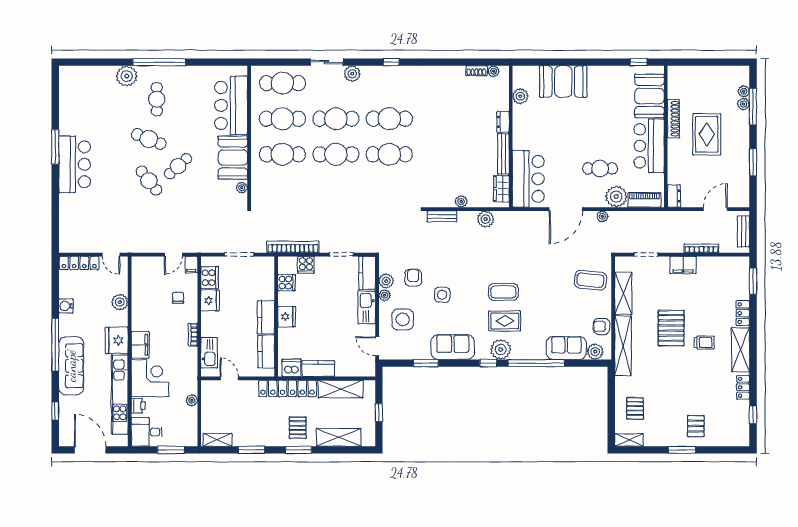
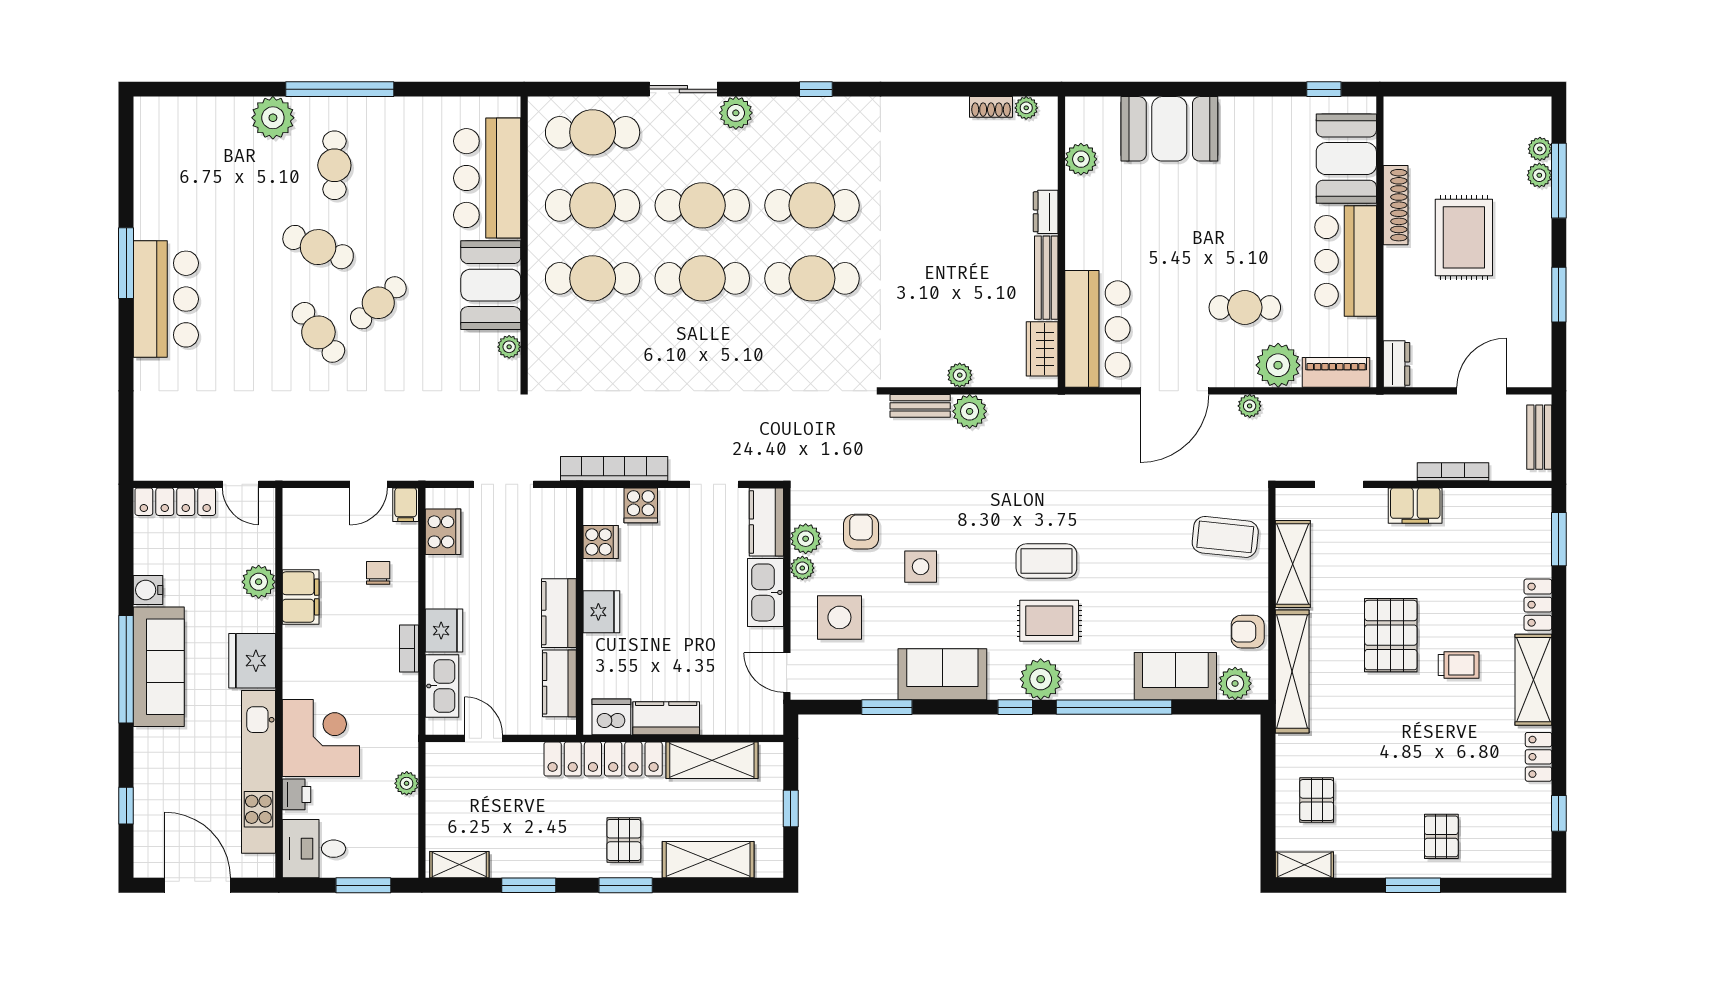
plant: (486, 219) -> (970, 411), moved
fridge: (210, 300) -> (444, 631), moved
filing cabinet: (140, 345) -> (301, 597), moved
sofa: (71, 366) -> (159, 667), moved

